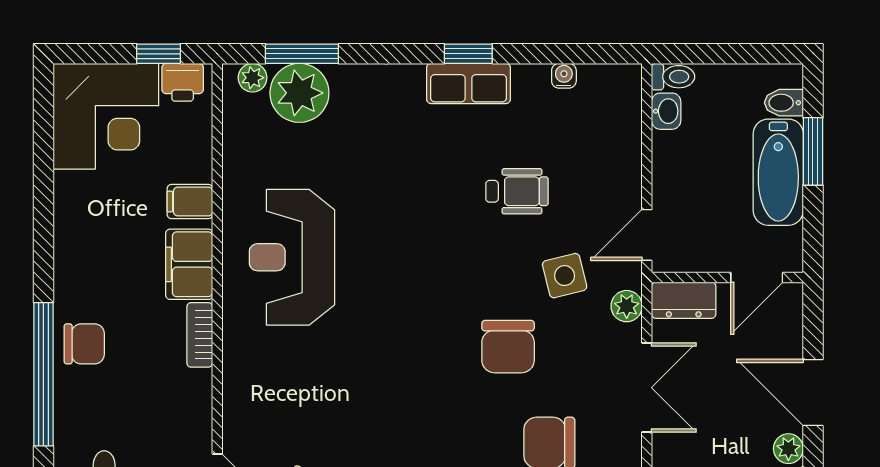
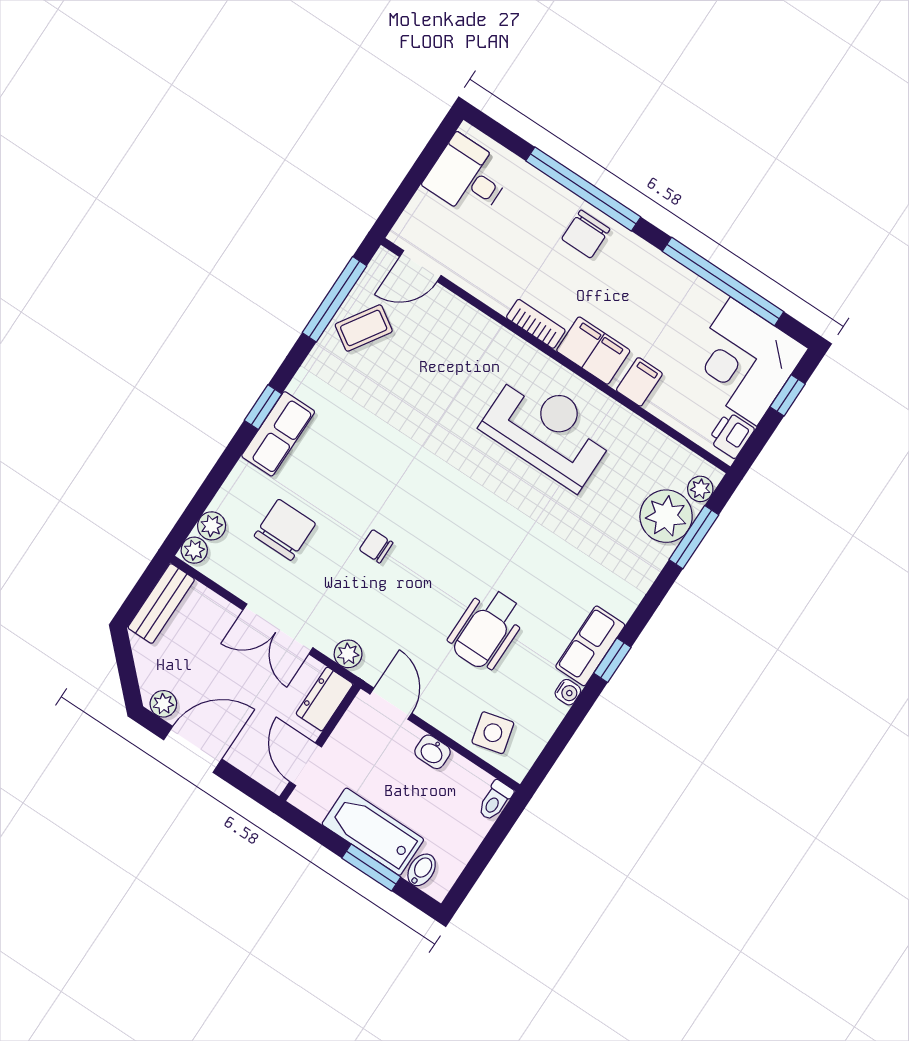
window: (158, 54) -> (788, 395), moved
water cooler: (564, 76) -> (568, 692), moved
washbasin: (666, 111) -> (433, 752), moved
window: (43, 185) -> (723, 281), added
wheelchair: (517, 191) -> (487, 629), width x1.36, depth x1.37
side table: (565, 276) -> (493, 733), moved
chair: (508, 347) -> (376, 546), width x0.54, depth x0.54

